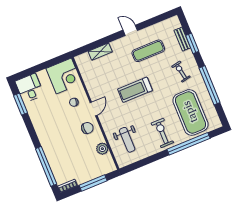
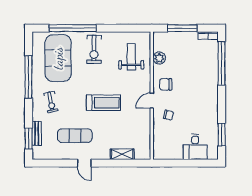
window: (192, 43) -> (29, 139), moved
corner desk: (64, 76) -> (168, 145), removed
desk: (29, 88) -> (195, 147), moved

